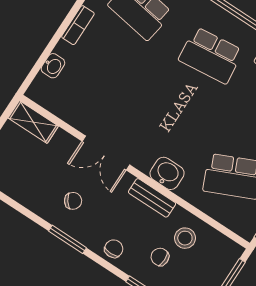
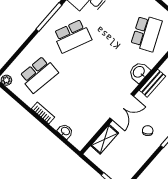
school desk: (211, 55) -> (72, 36), turned 30
shelving: (33, 122) -> (105, 139), moved

